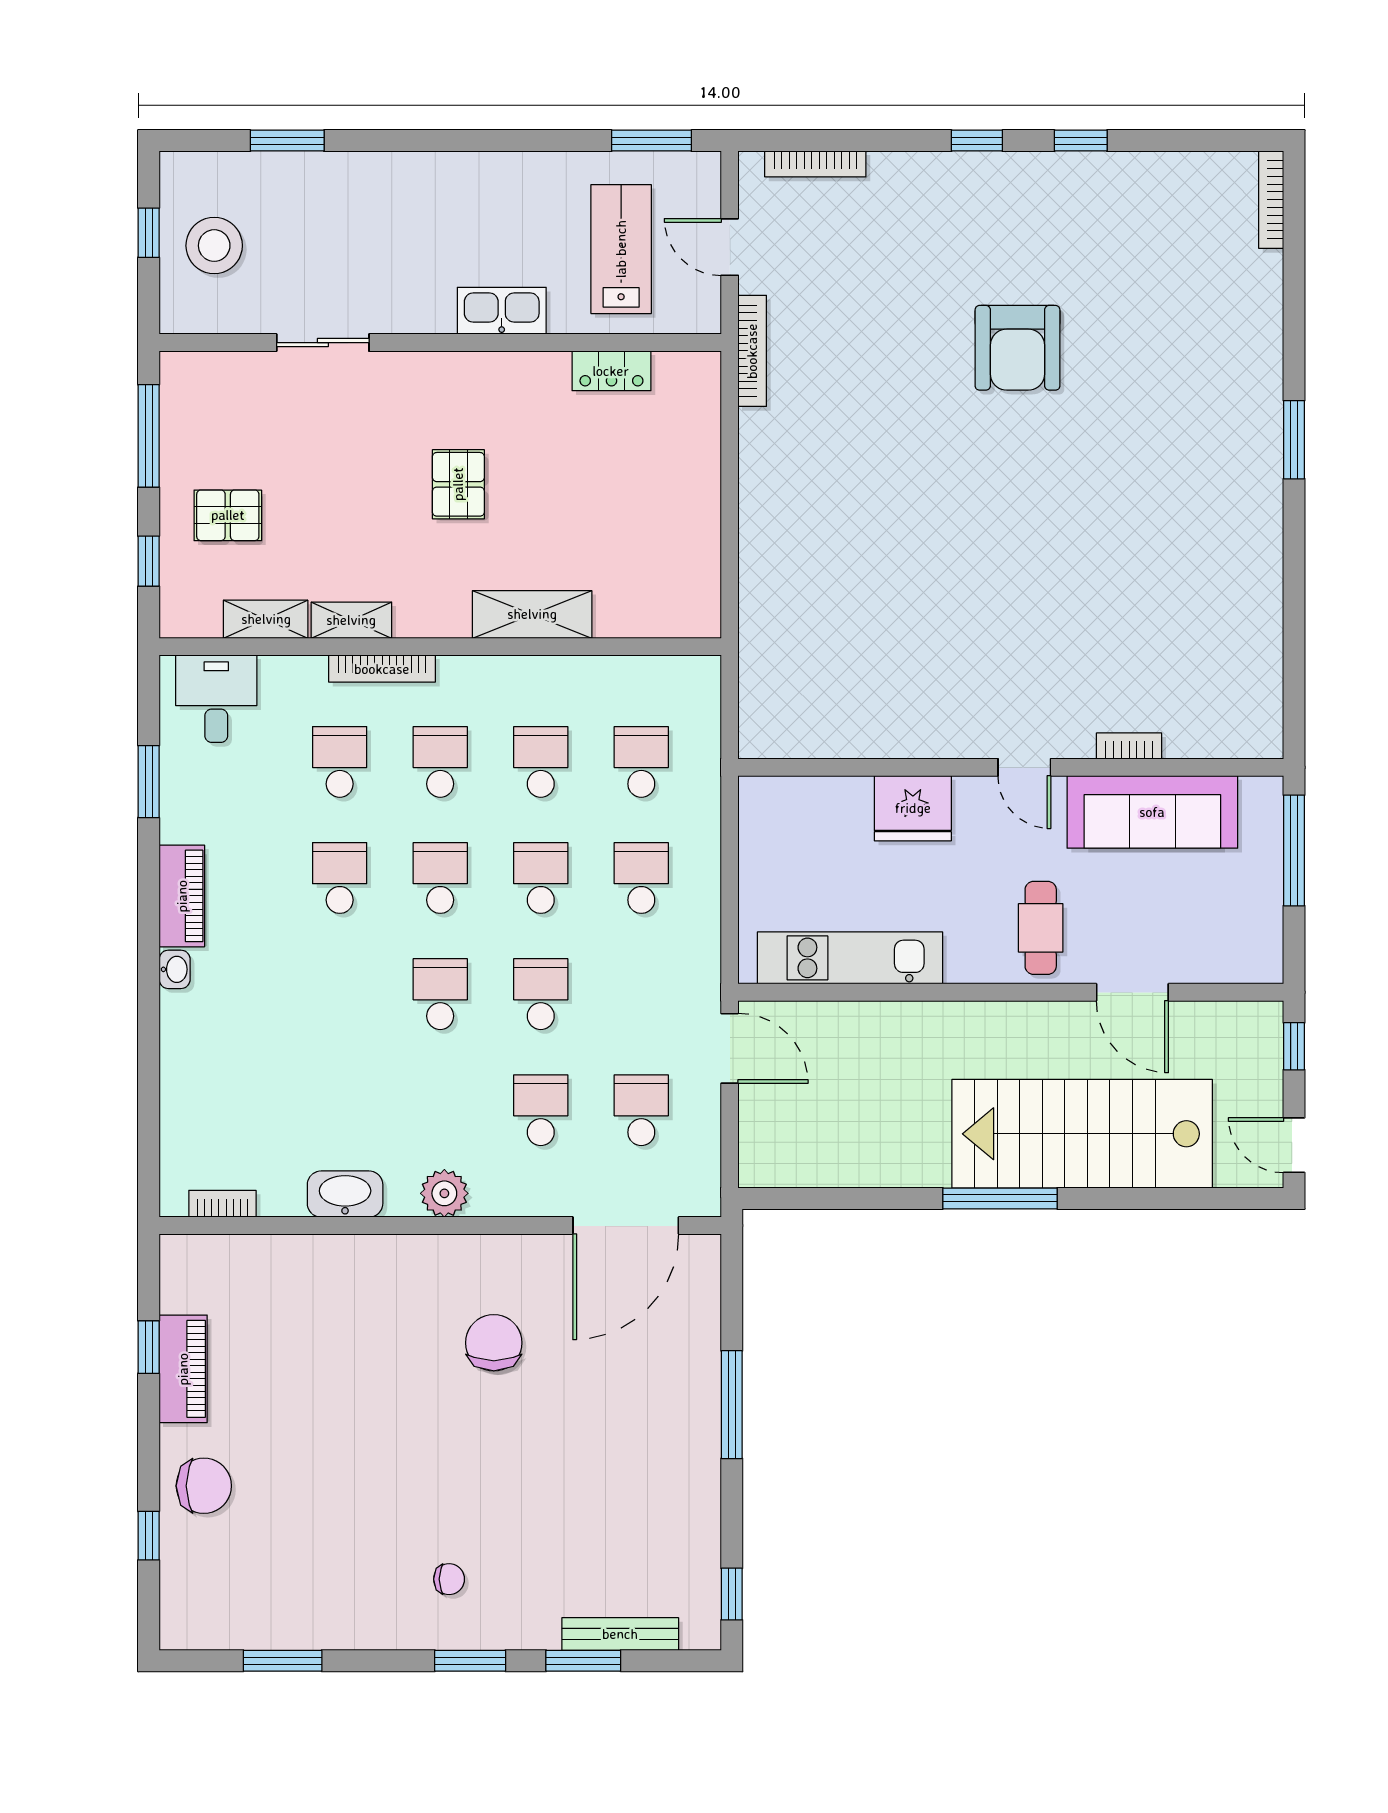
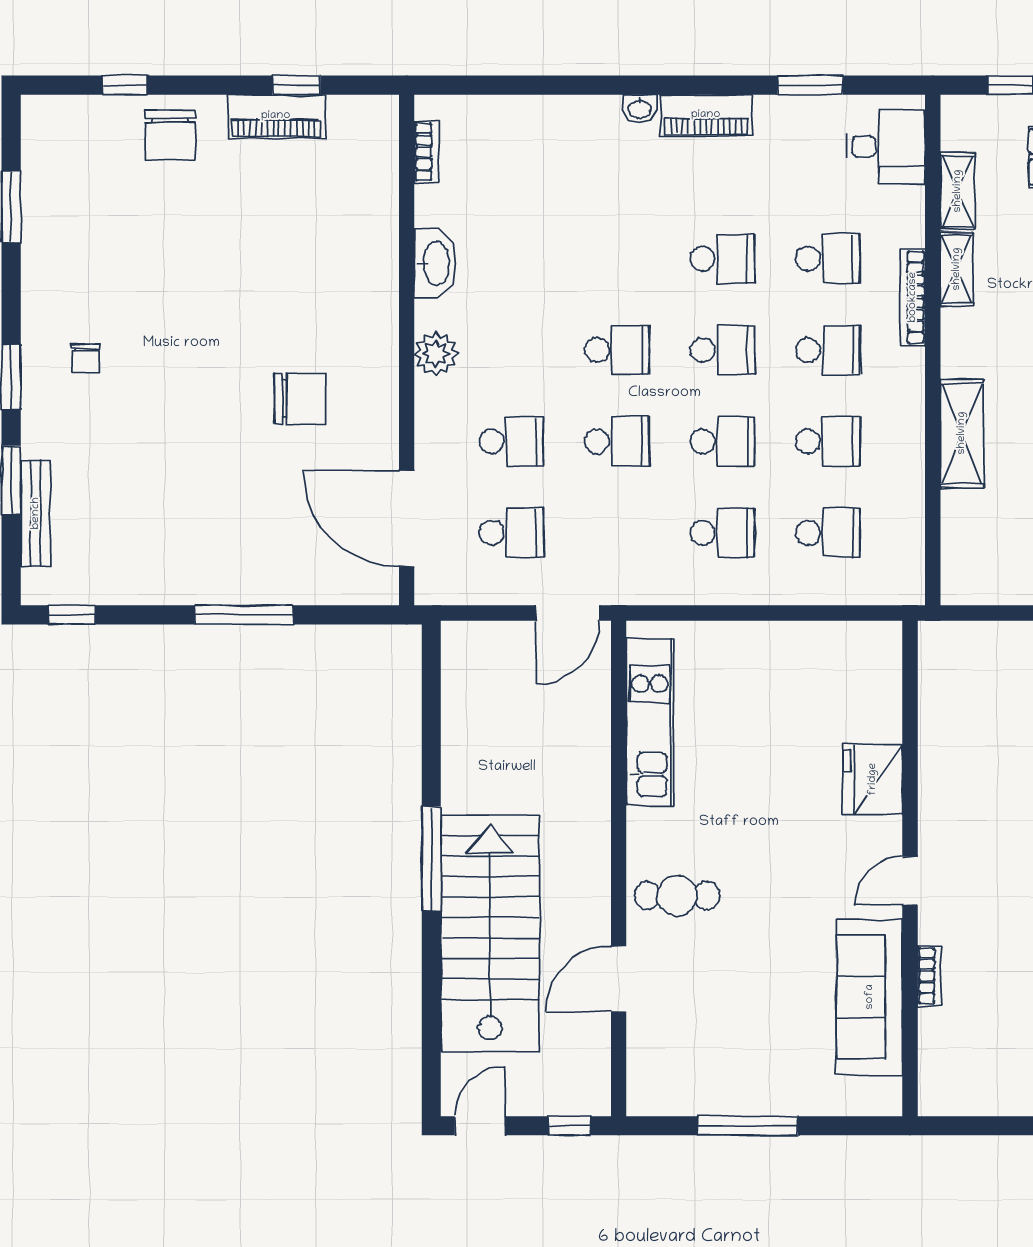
bookcase: (1129, 746) -> (929, 976), moved
wall: (1011, 767) -> (910, 868), moved
door: (1024, 767) -> (910, 881), moved
fridge: (913, 808) -> (873, 779), moved
sofa: (1152, 812) -> (870, 997), moved

